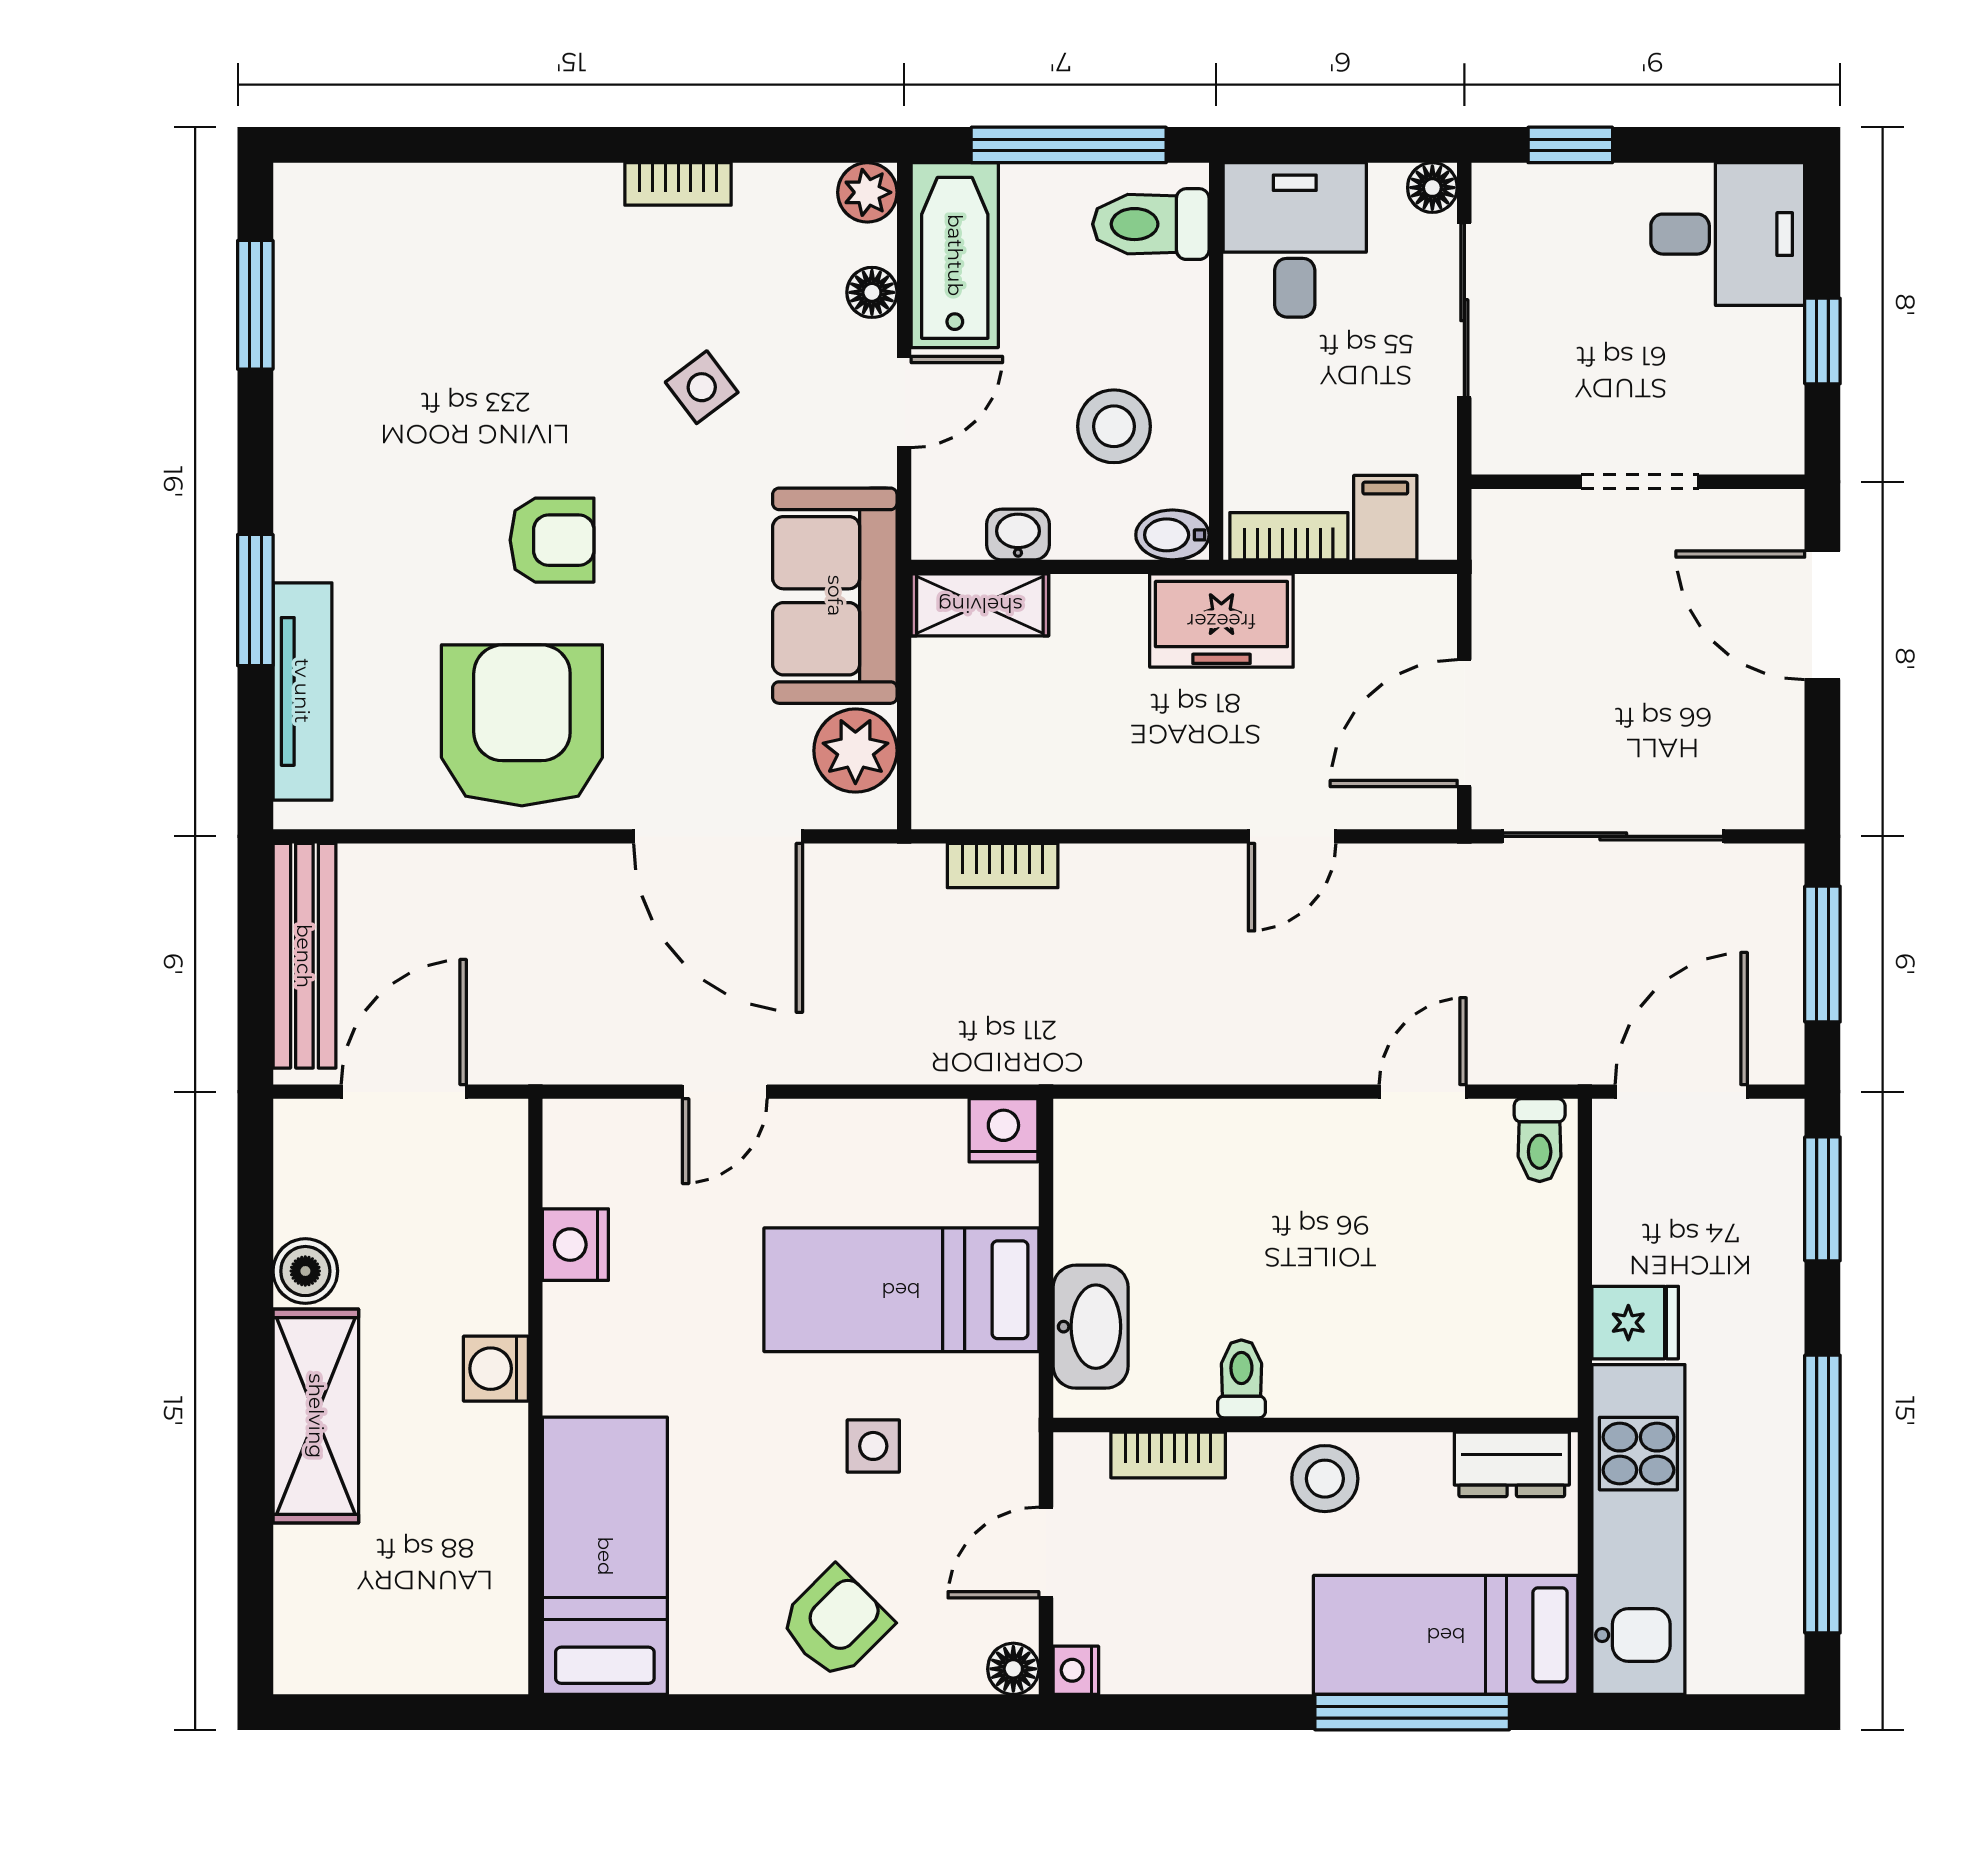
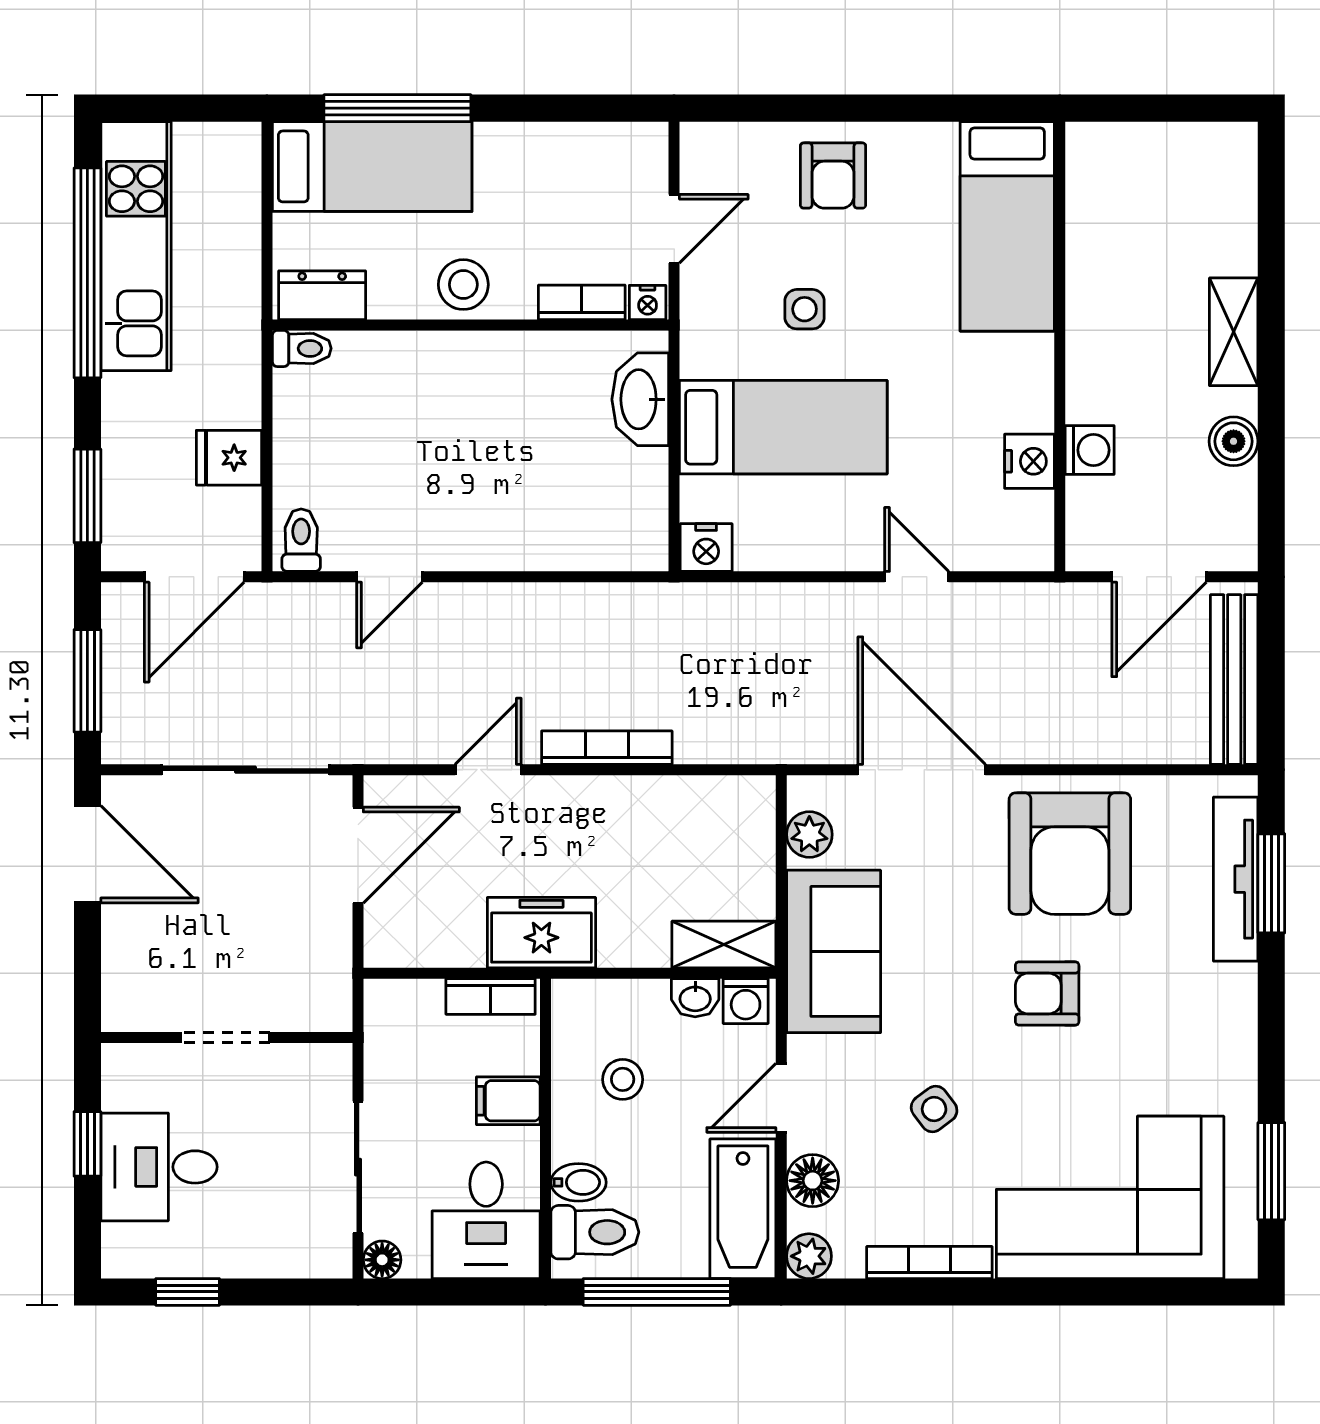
window: (1570, 145) -> (188, 1292), moved
bookcase: (678, 184) -> (929, 1263), width x1.56
desk: (1728, 234) -> (159, 1167), moved
corner sofa: (469, 270) -> (1110, 1197), added
floor lamp: (872, 292) -> (813, 1181), width x1.37, depth x1.37
stool: (1114, 426) -> (623, 1079), width x0.73, depth x0.73
filing cabinet: (1385, 518) -> (508, 1101), moved, turned 90
washing machine: (951, 530) -> (746, 1001), added
bidet: (1172, 535) -> (579, 1182), moved
window: (255, 600) -> (1271, 883), moved
door: (1822, 615) -> (87, 854), moved
plant: (855, 751) -> (809, 834), width x0.73, depth x0.73
bookcase: (1003, 866) -> (607, 748), moved, width x1.56
door: (725, 1092) -> (917, 577), hinge flipped
fridge: (1635, 1323) -> (229, 458), moved
washing machine: (496, 1369) -> (1090, 450), moved
toilet: (1241, 1379) -> (302, 348), moved, turned -90
shelving: (316, 1416) -> (1234, 332), width x0.67, depth x0.75
kitchen unit: (1638, 1529) -> (136, 246), moved, turned 180
armchair: (835, 1623) -> (833, 176), turned -45
floor lamp: (1013, 1669) -> (699, 141), removed
nightstand: (1076, 1670) -> (648, 303), moved, turned 90

